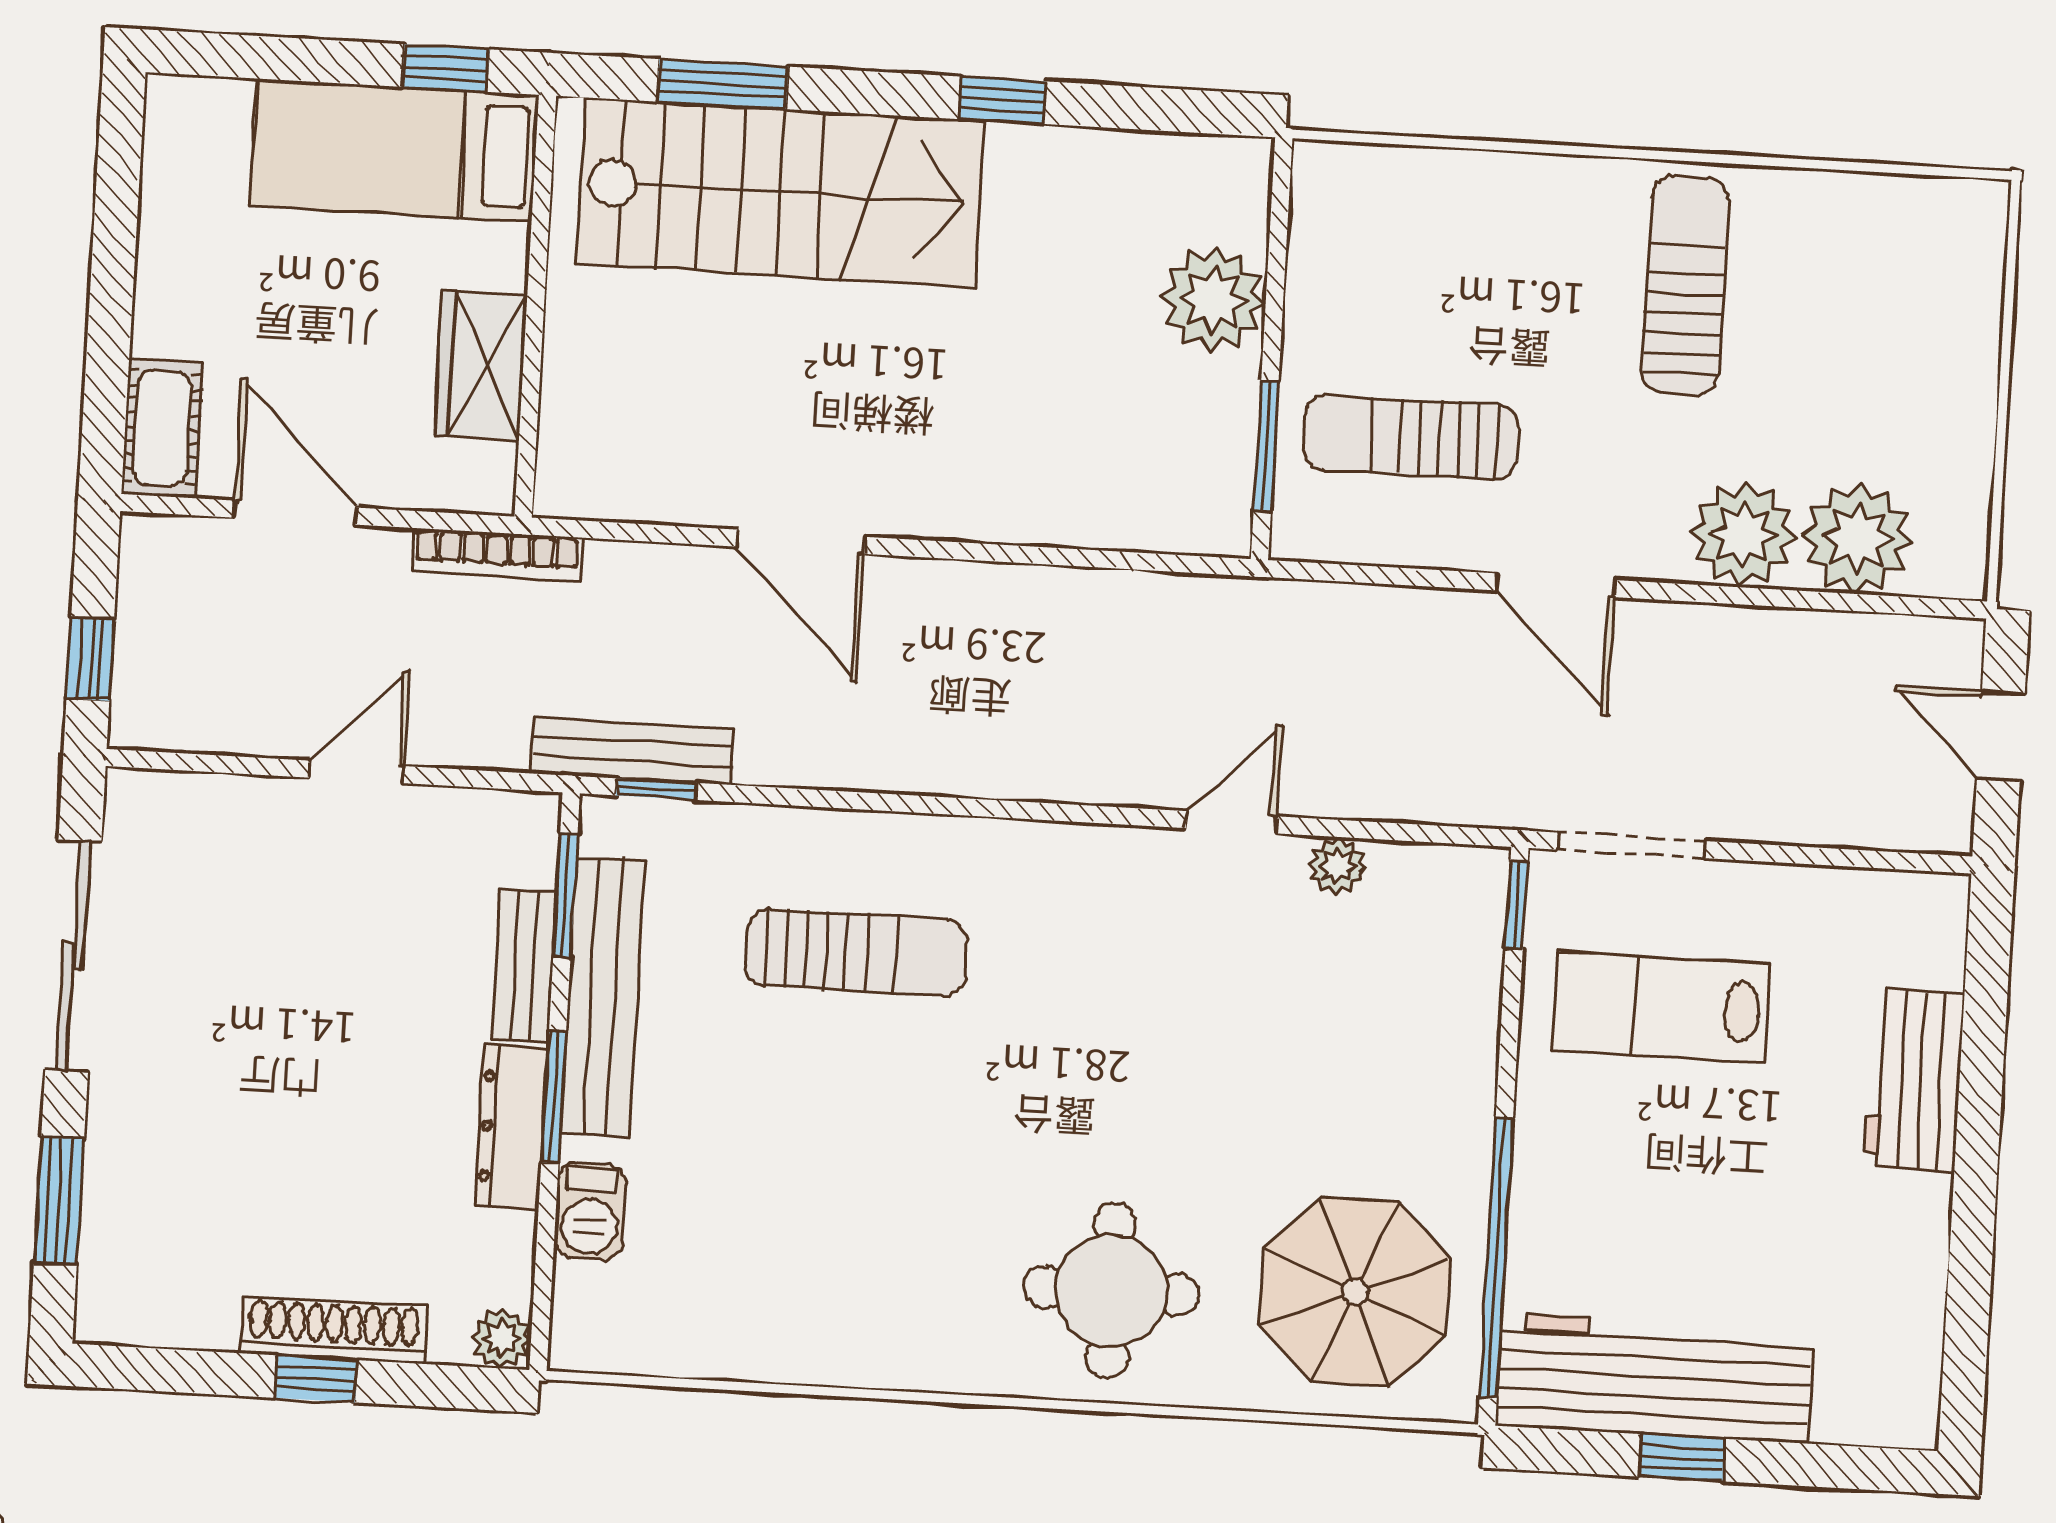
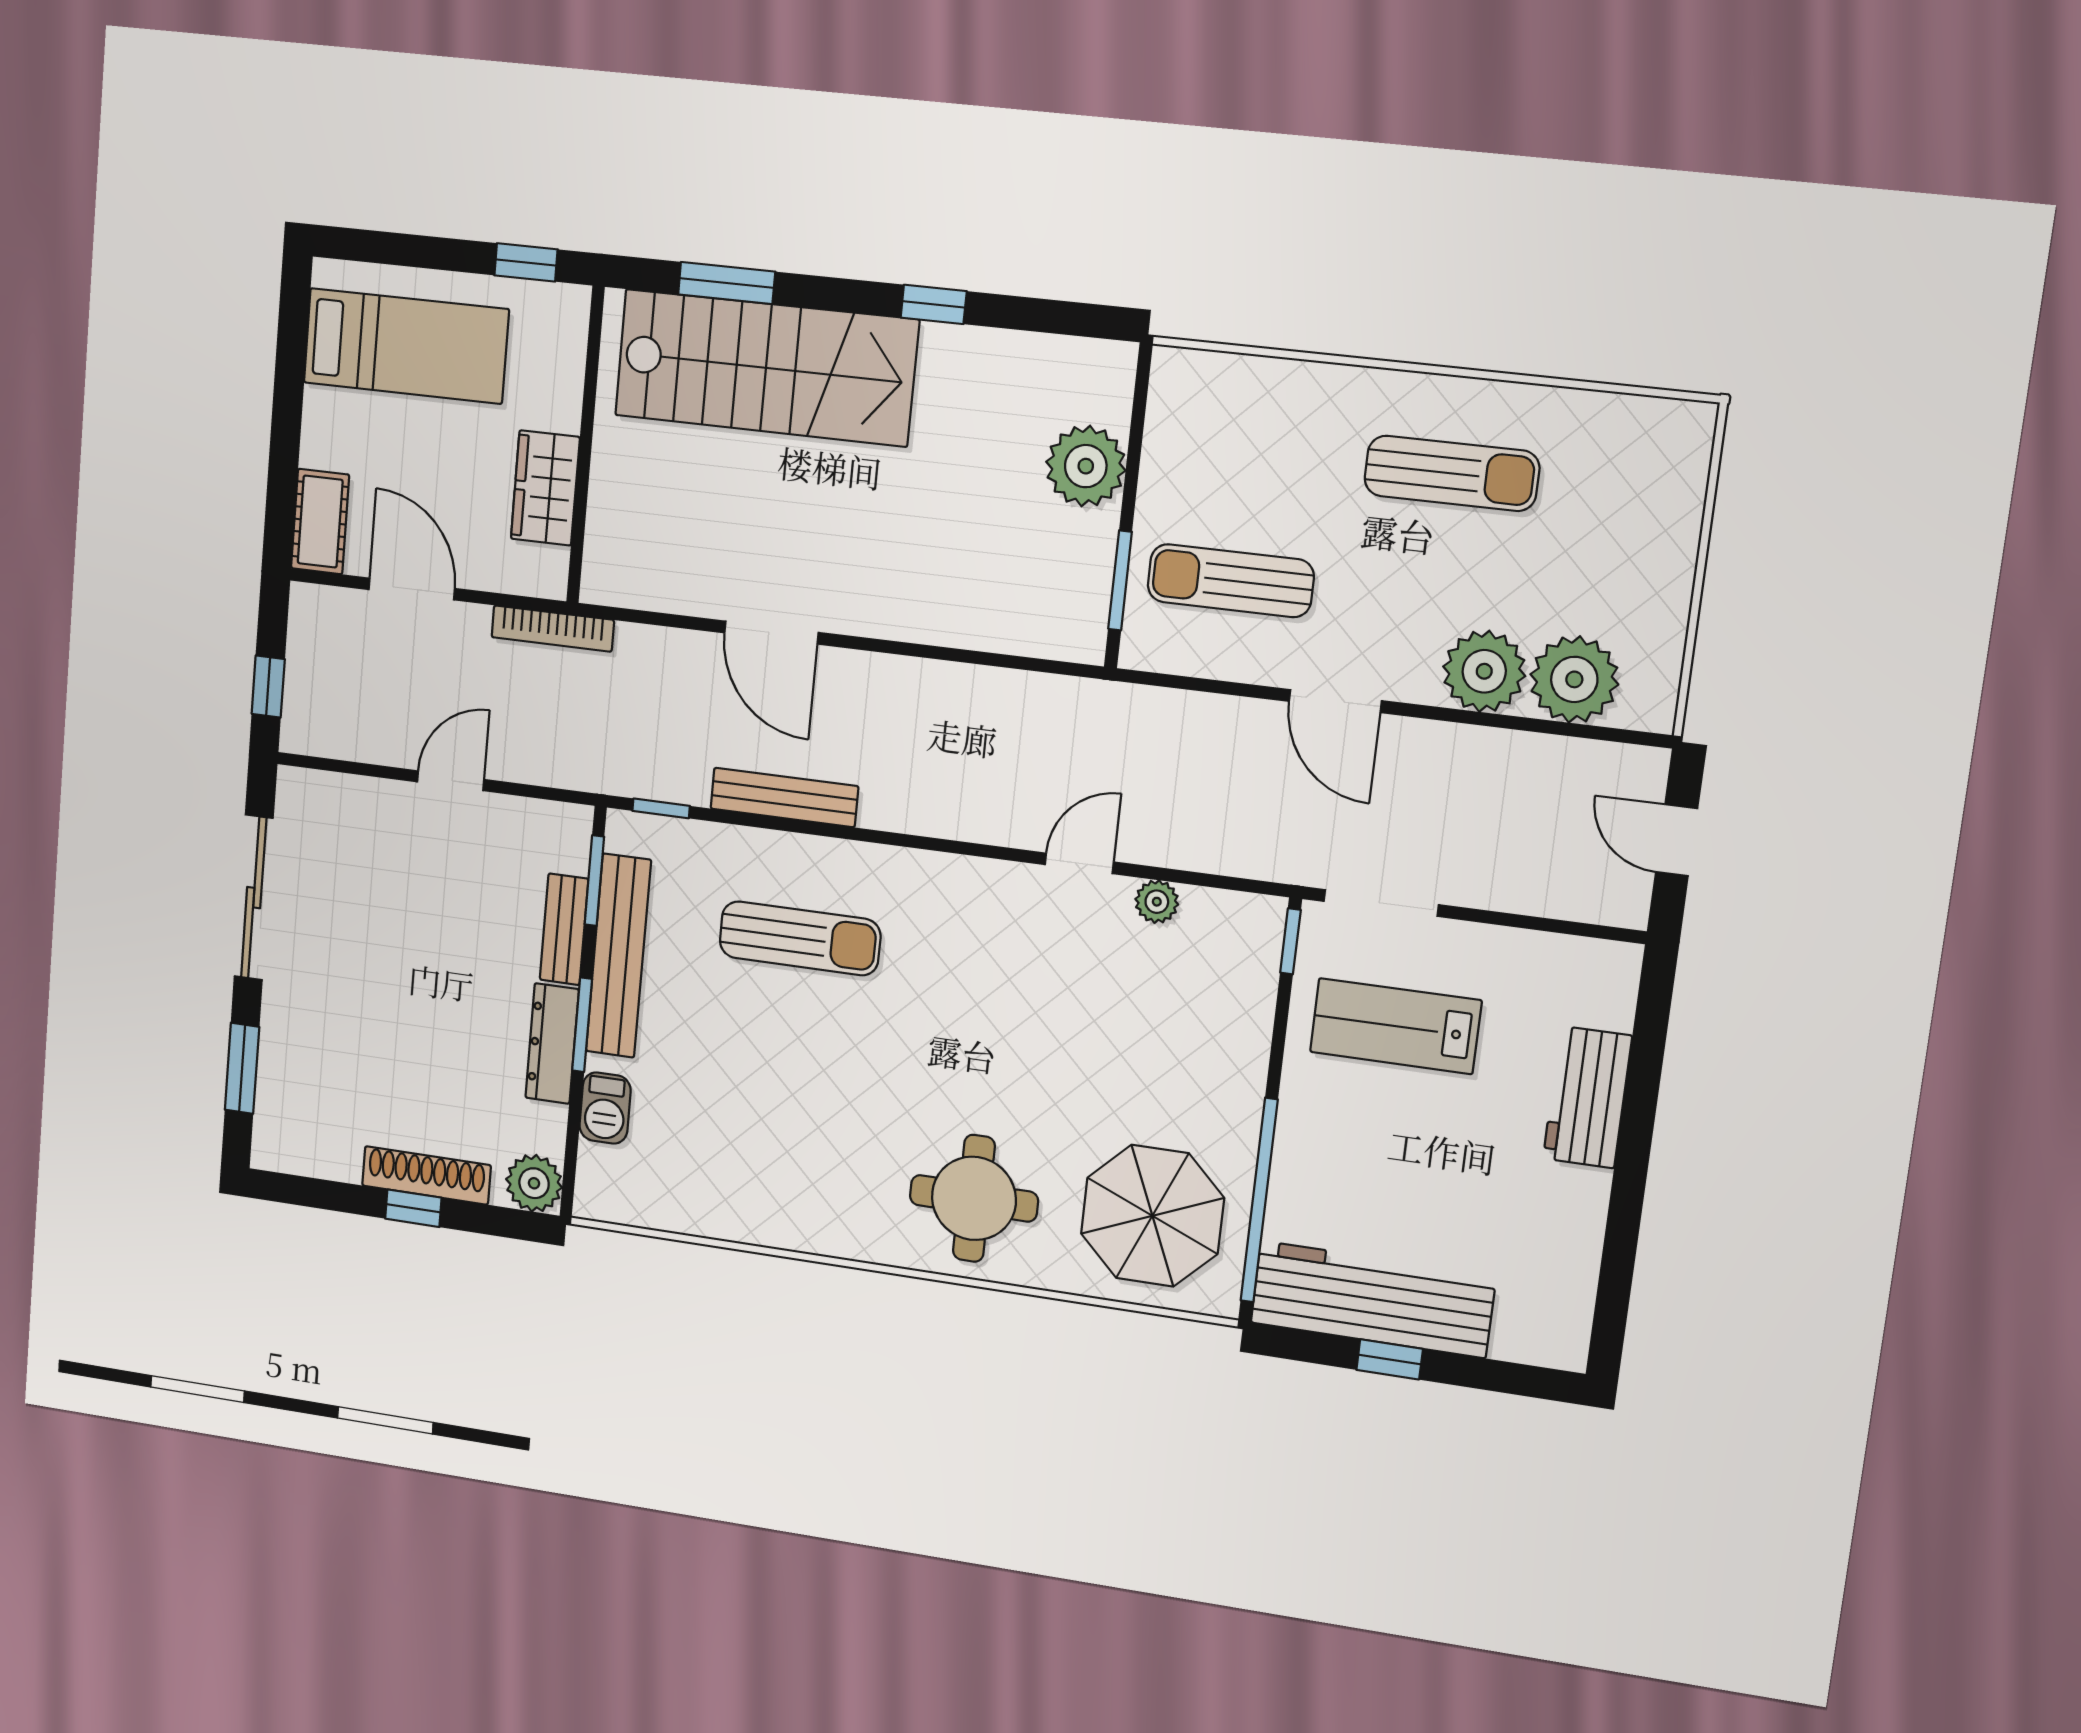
bed: (395, 150) -> (406, 346), moved, turned 180
sun lounger: (1685, 285) -> (1452, 473), turned 90
bench: (631, 751) -> (784, 797), moved
plant: (501, 1339) -> (534, 1183), width x1.38, depth x1.38

